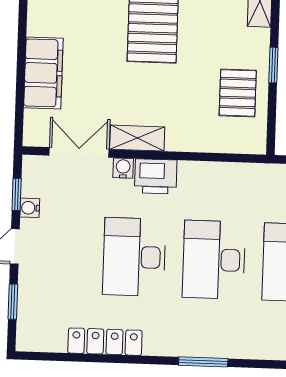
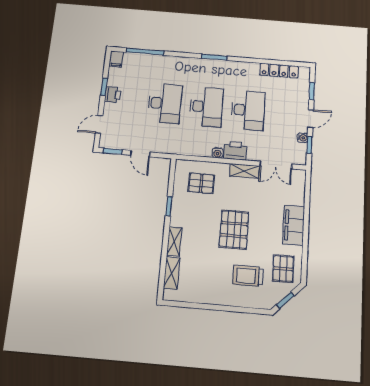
filing cabinet: (43, 73) -> (294, 225), moved
pallet: (238, 93) -> (201, 183), moved, turned 90
water cooler: (123, 168) -> (217, 153), moved
locker: (105, 342) -> (279, 71), moved

